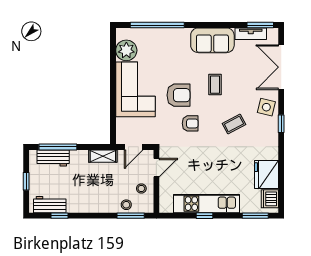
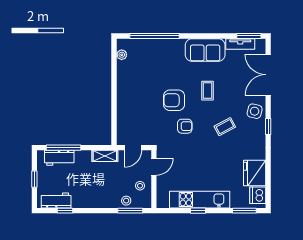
plant: (126, 50) -> (122, 55), width x0.53, depth x0.53
corner sofa: (135, 89) -> (135, 95), removed
armchair: (178, 95) -> (174, 100), turned 180

